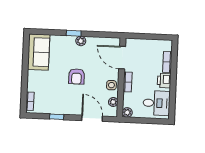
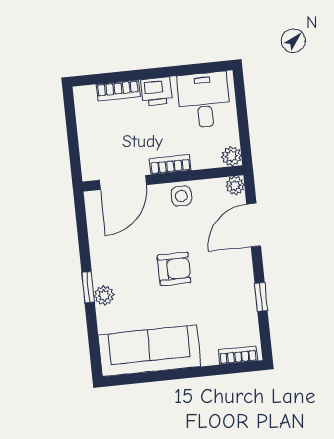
plant: (81, 41) -> (104, 295), moved
sofa: (39, 52) -> (150, 351), width x1.36
plant: (113, 102) -> (235, 185), moved

